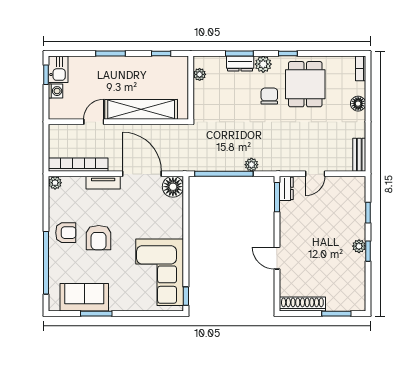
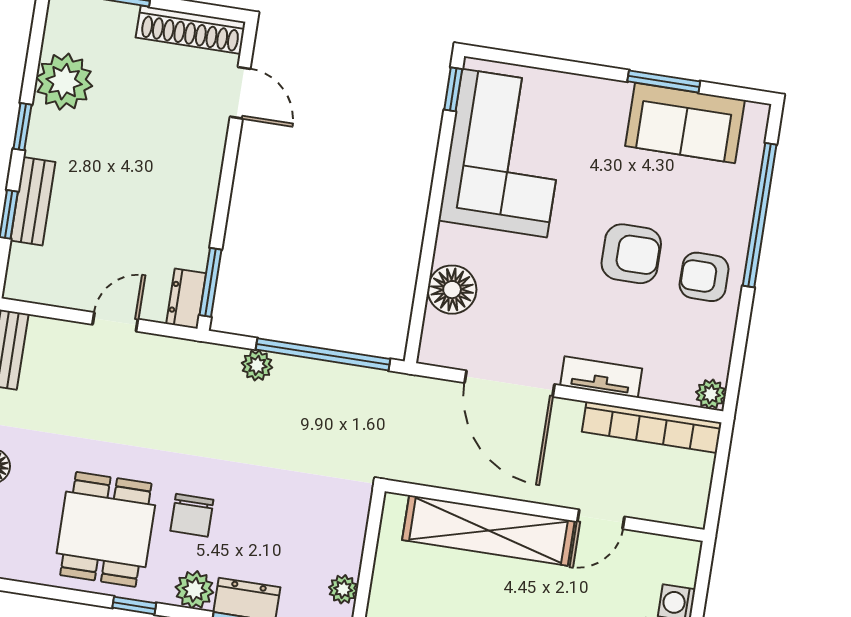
floor lamp: (173, 187) -> (452, 290), moved
bench: (359, 220) -> (33, 201), added
armchair: (99, 238) -> (631, 254), turned 90
plant: (359, 246) -> (64, 82), moved, width x1.88, depth x1.88
door: (277, 258) -> (240, 93), moved

